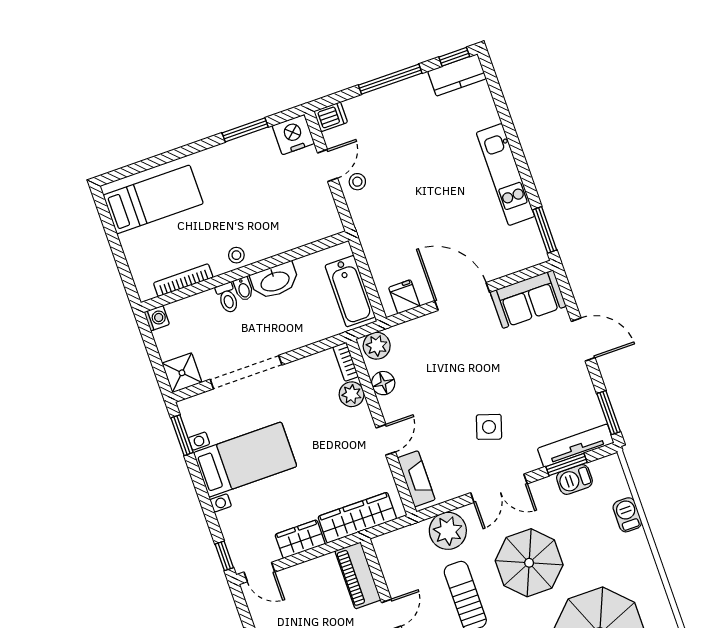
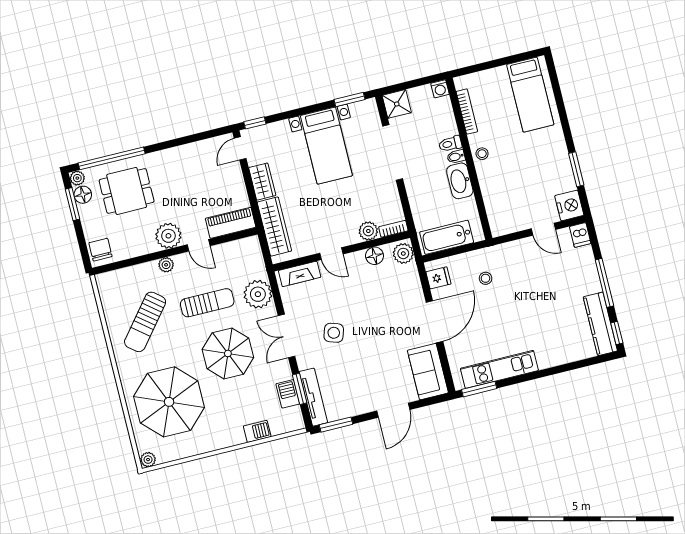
kitchen counter: (457, 75) -> (600, 324), width x1.50
kitchen unit: (505, 175) -> (499, 369), moved
stool: (357, 182) -> (486, 278), moved

